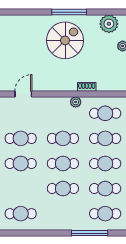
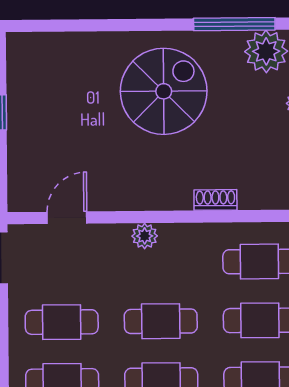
window: (69, 12) -> (234, 24), moved
plant: (76, 102) -> (145, 236), moved

